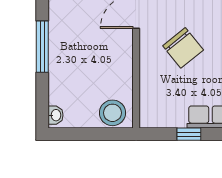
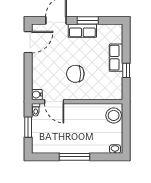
chair: (183, 48) -> (75, 74), turned -141

